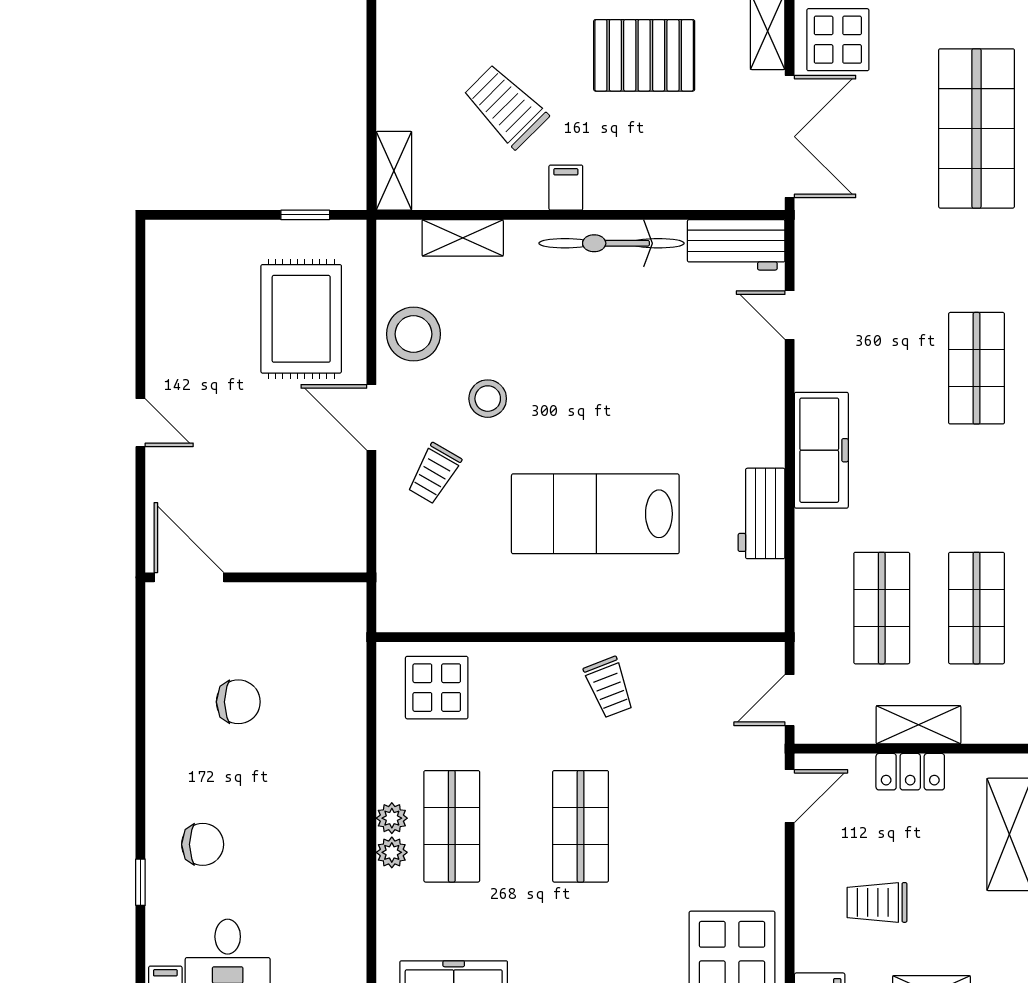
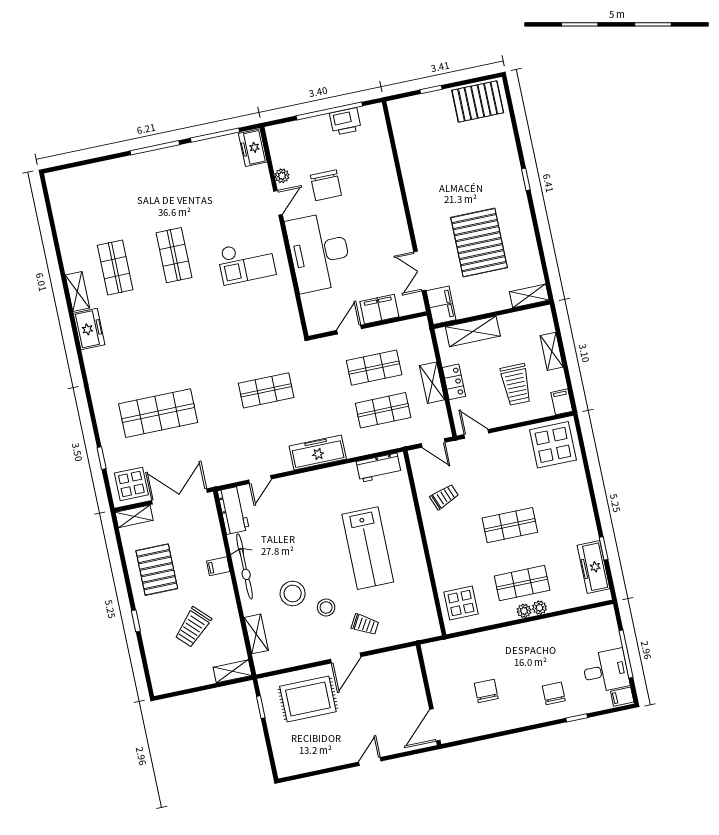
filing cabinet: (566, 188) -> (218, 566), moved
stool: (413, 334) -> (293, 593), moved
workbench: (762, 513) -> (379, 468), moved
trolley: (609, 687) -> (444, 497), moved
trolley: (877, 902) -> (516, 384), width x1.36, depth x1.39

